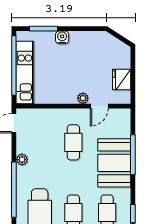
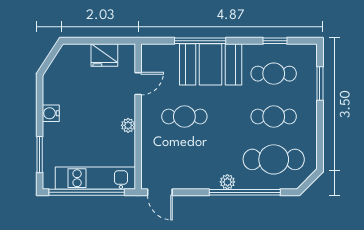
water cooler: (62, 37) -> (51, 113), moved
plant: (83, 98) -> (128, 125), moved
door: (99, 106) -> (138, 84), hinge flipped
plant: (22, 160) -> (227, 182), moved

